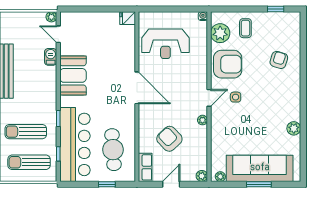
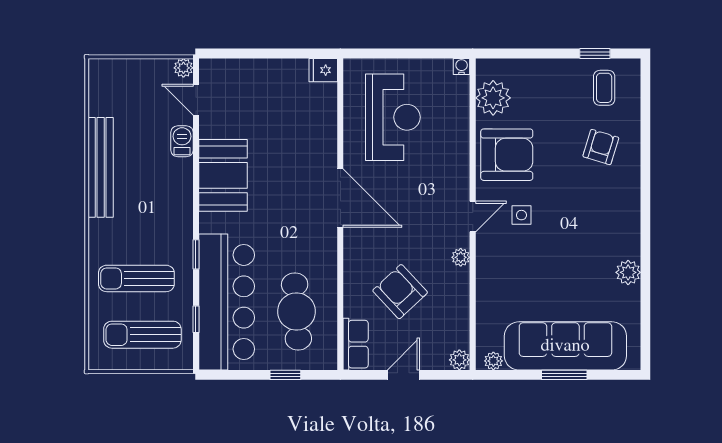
coffee table: (245, 28) -> (604, 88), moved
reception desk: (165, 44) -> (393, 117), turned -90

